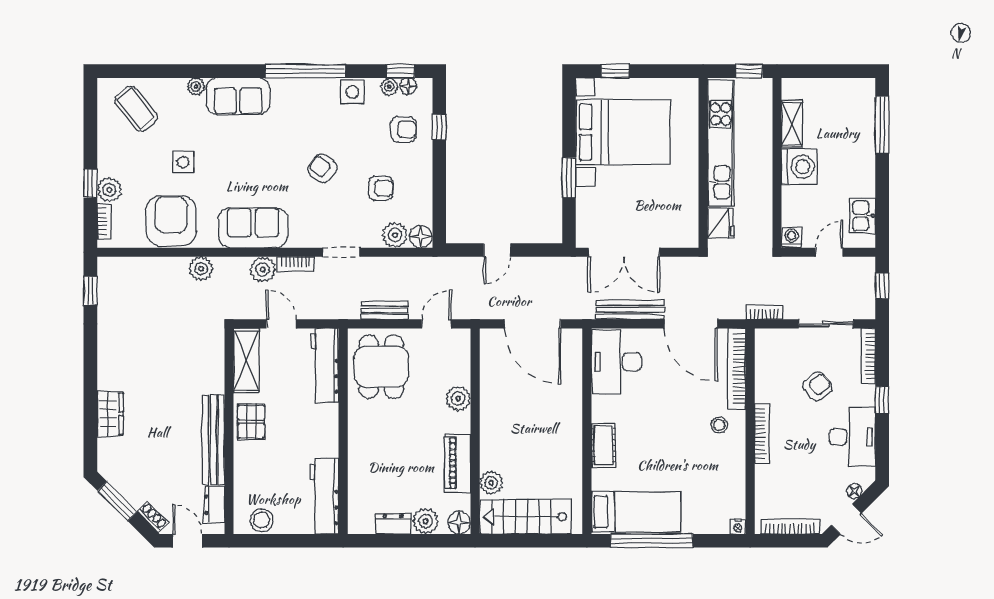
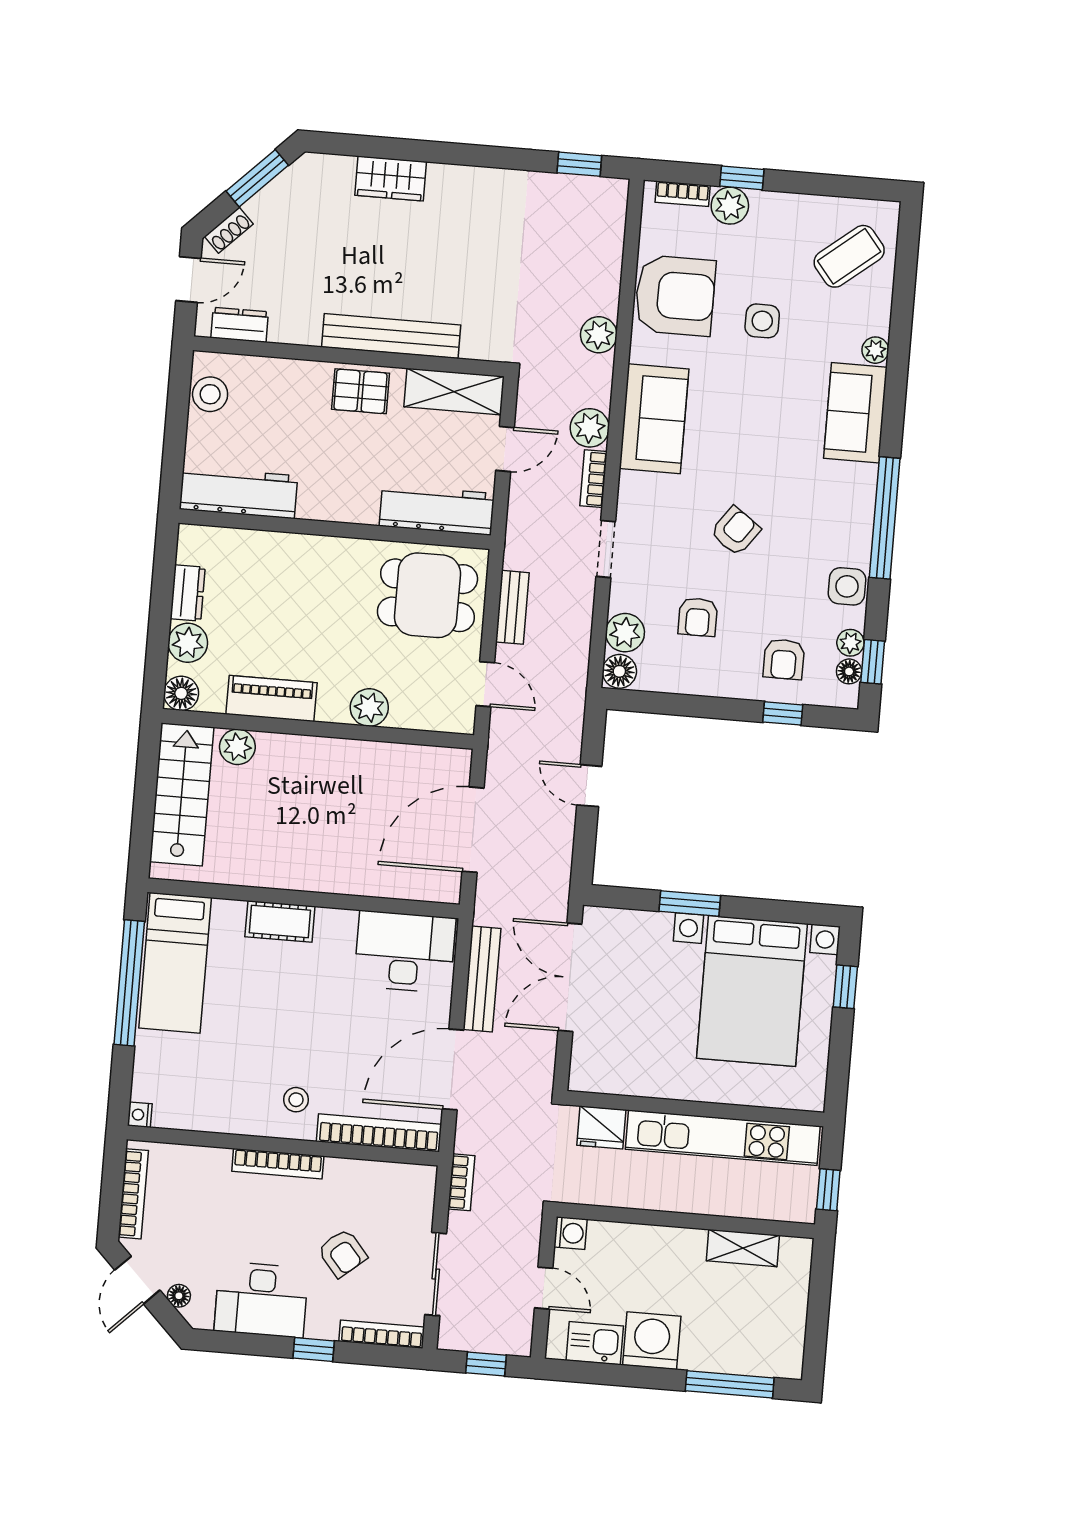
washing machine: (799, 167) -> (652, 1341), moved, turned 180
bench: (213, 440) -> (391, 336), moved

